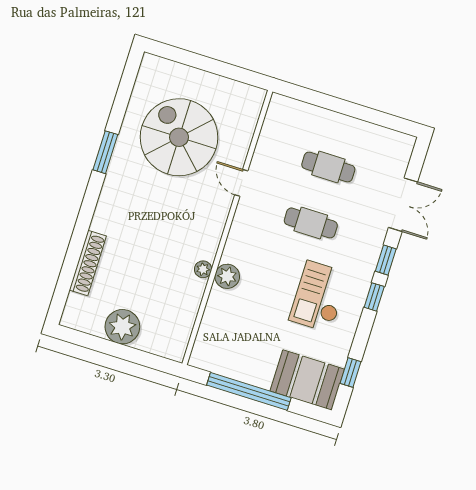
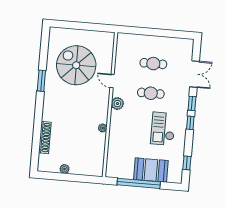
plant: (227, 276) -> (117, 104), moved
plant: (122, 327) -> (65, 169), width x0.53, depth x0.53
booth: (307, 380) -> (151, 170), moved

